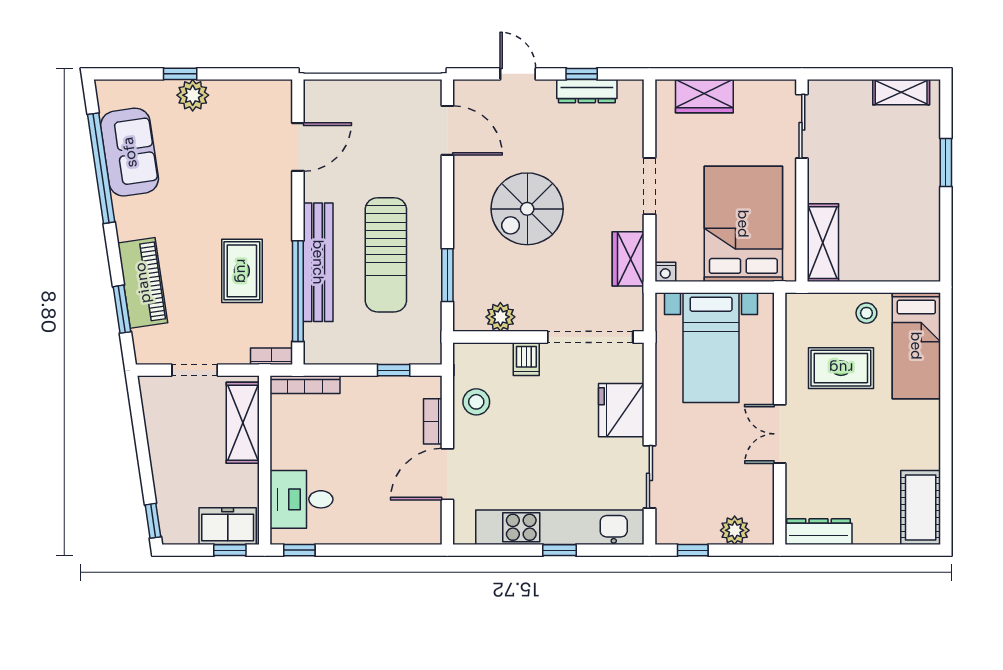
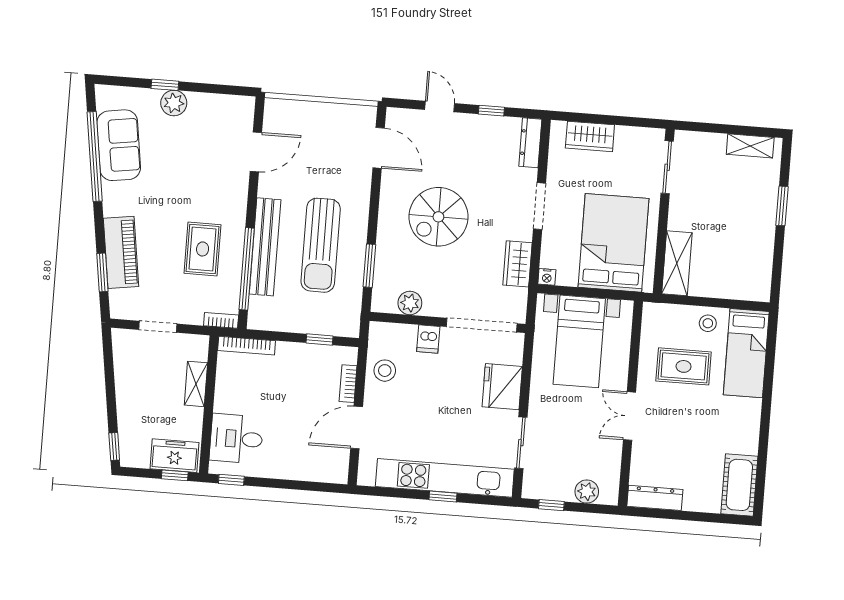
dresser: (587, 91) -> (530, 143), moved, turned 90
shelving: (243, 423) -> (196, 384), width x0.67, depth x0.75

